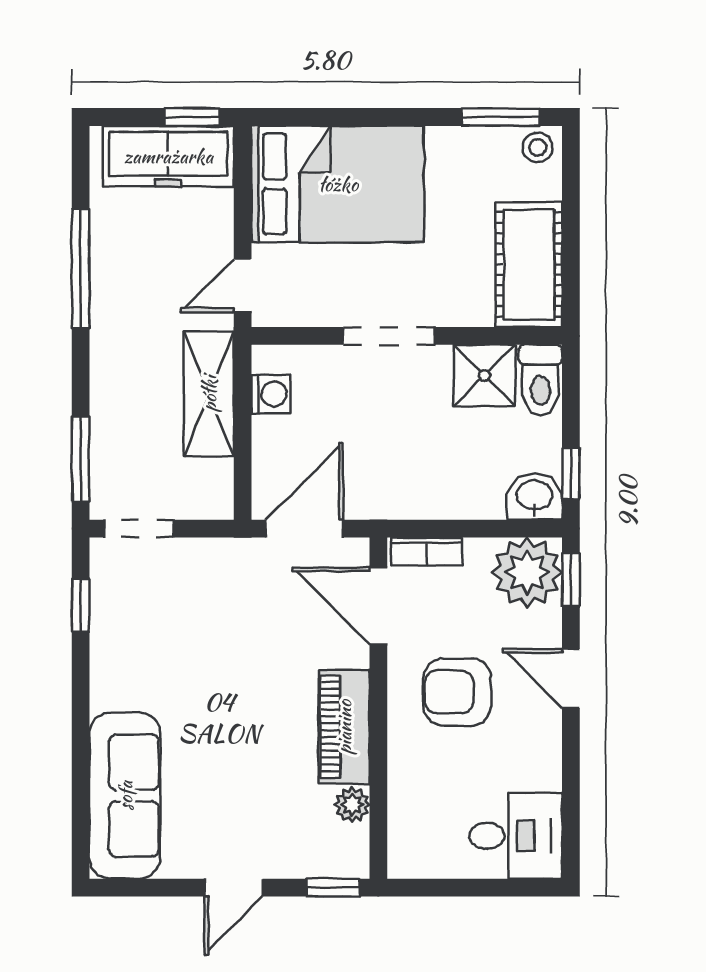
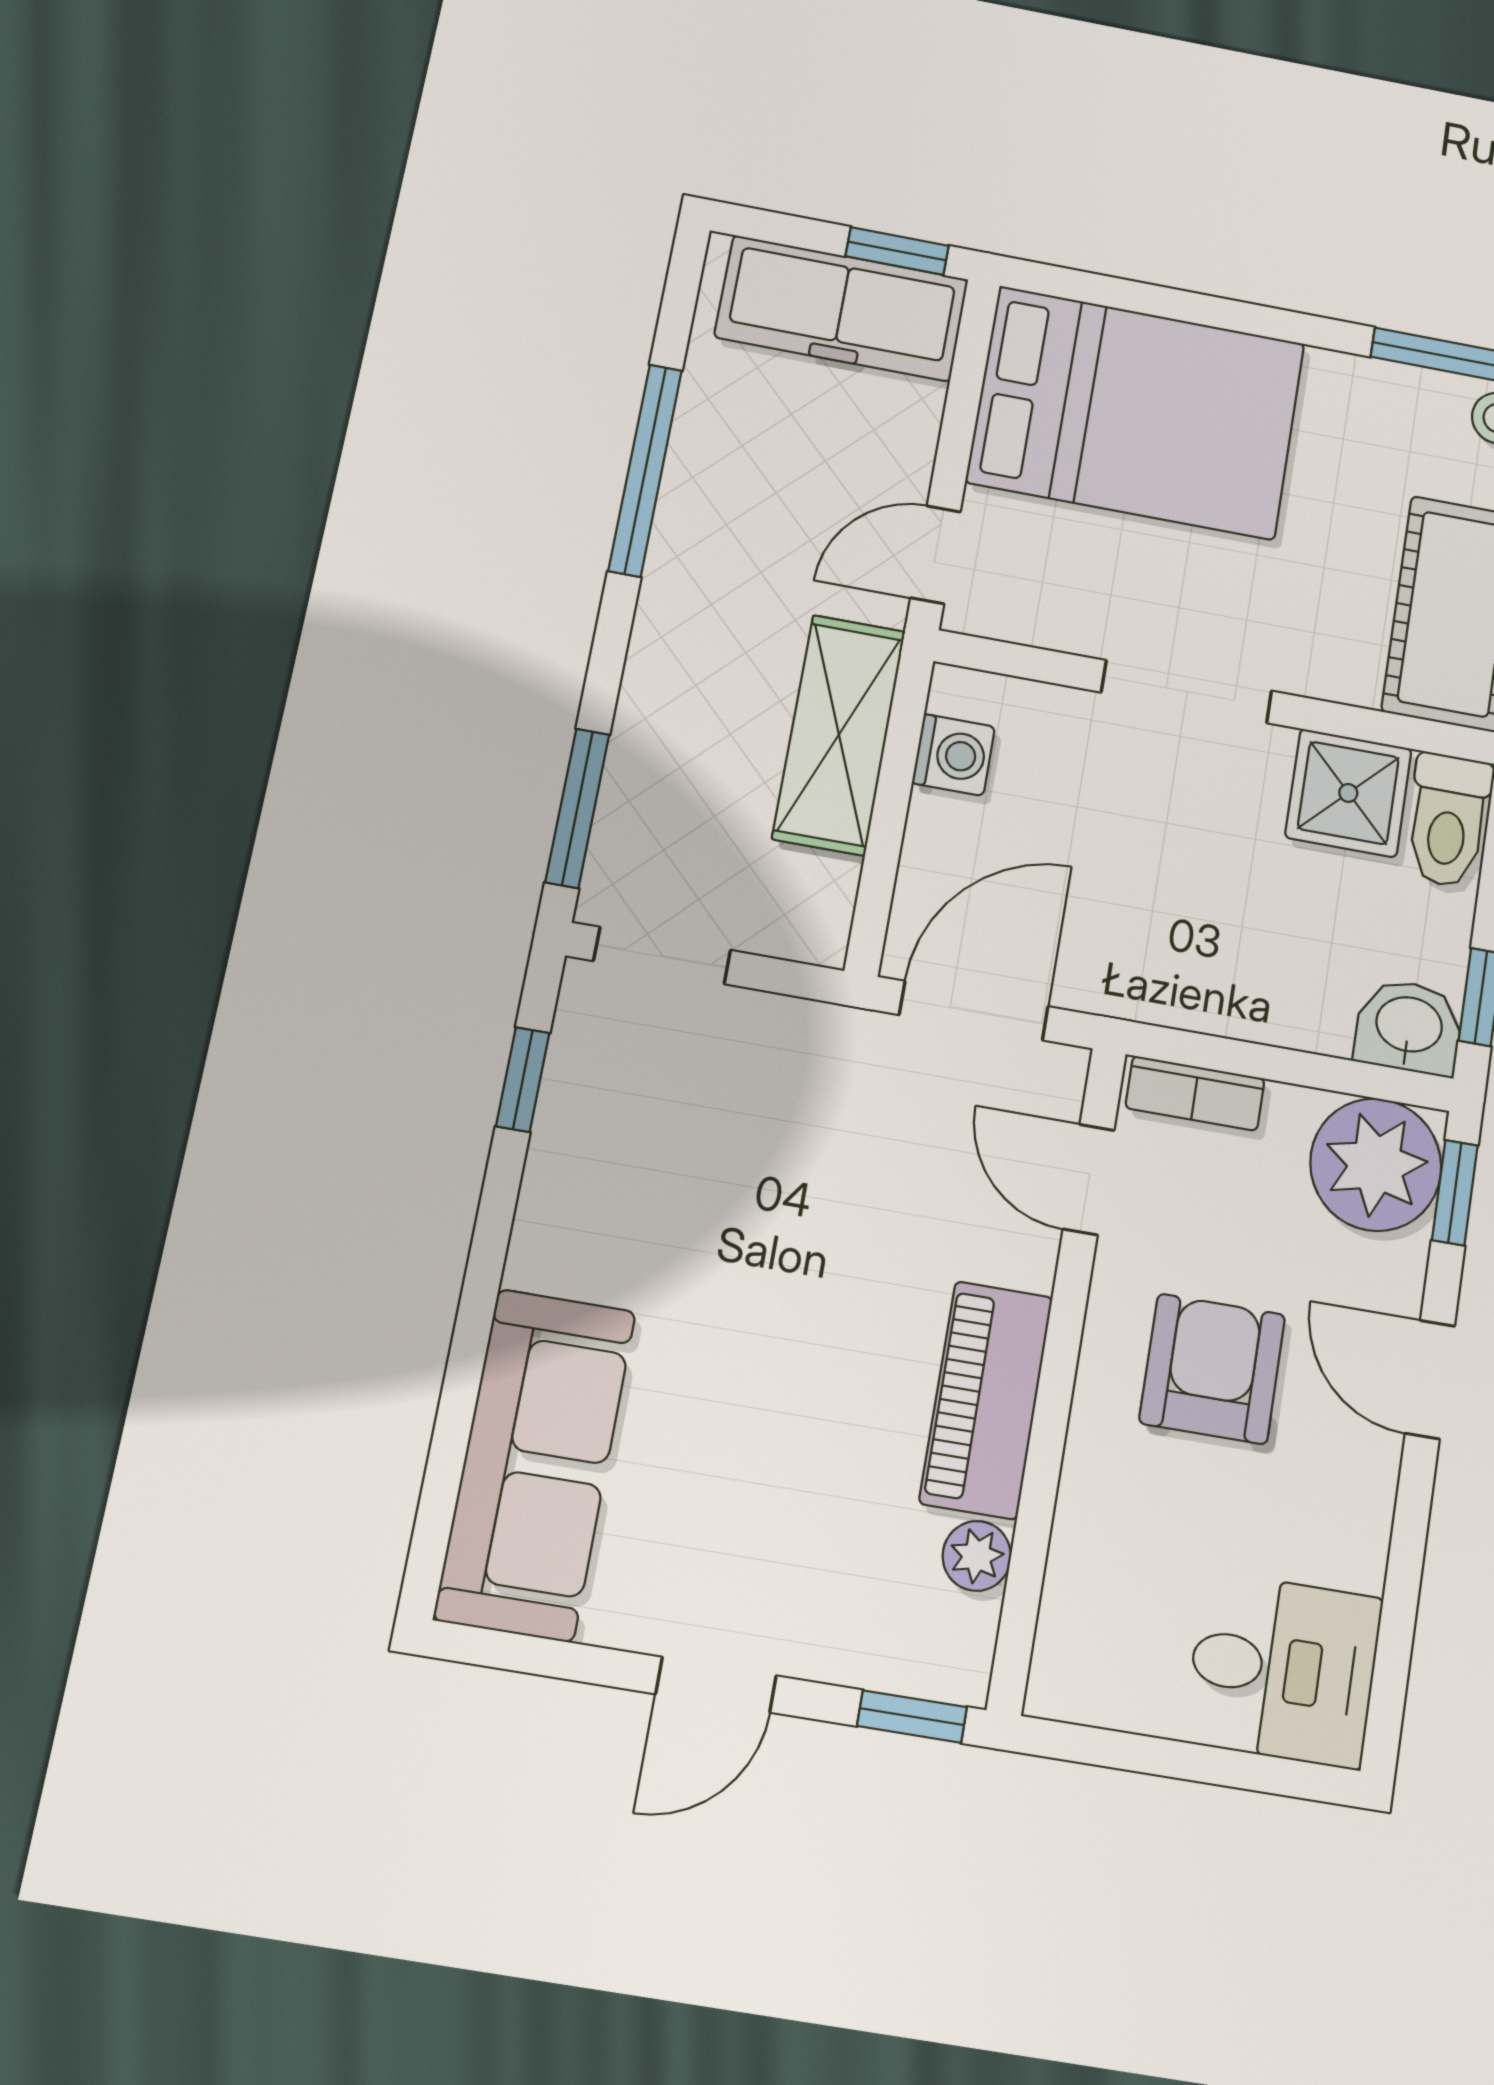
door: (378, 606) -> (1089, 1180), width x0.73
armchair: (457, 692) -> (1212, 1369), turned 90

